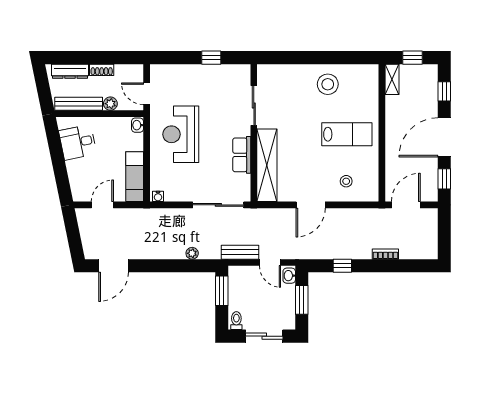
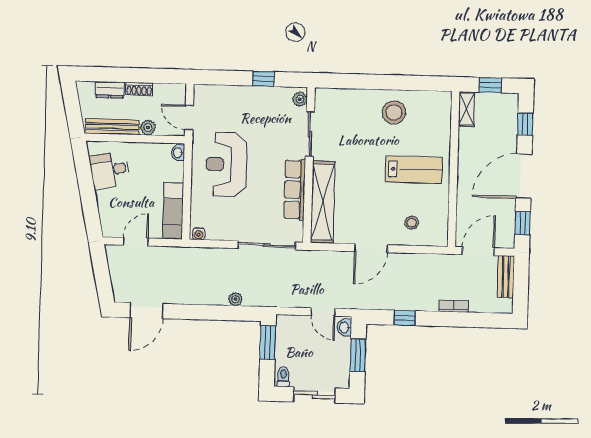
dresser: (70, 71) -> (110, 90), width x0.70
plant: (244, 75) -> (300, 99), added
row of seats: (242, 155) -> (295, 190), width x1.48
bench: (240, 252) -> (506, 277), moved, turned 90

